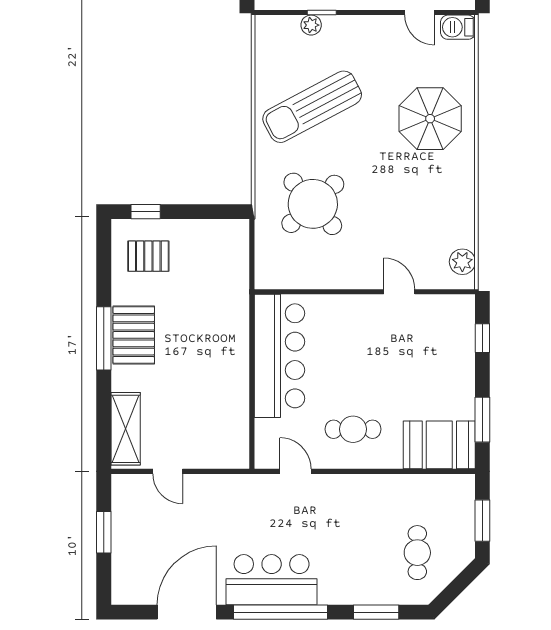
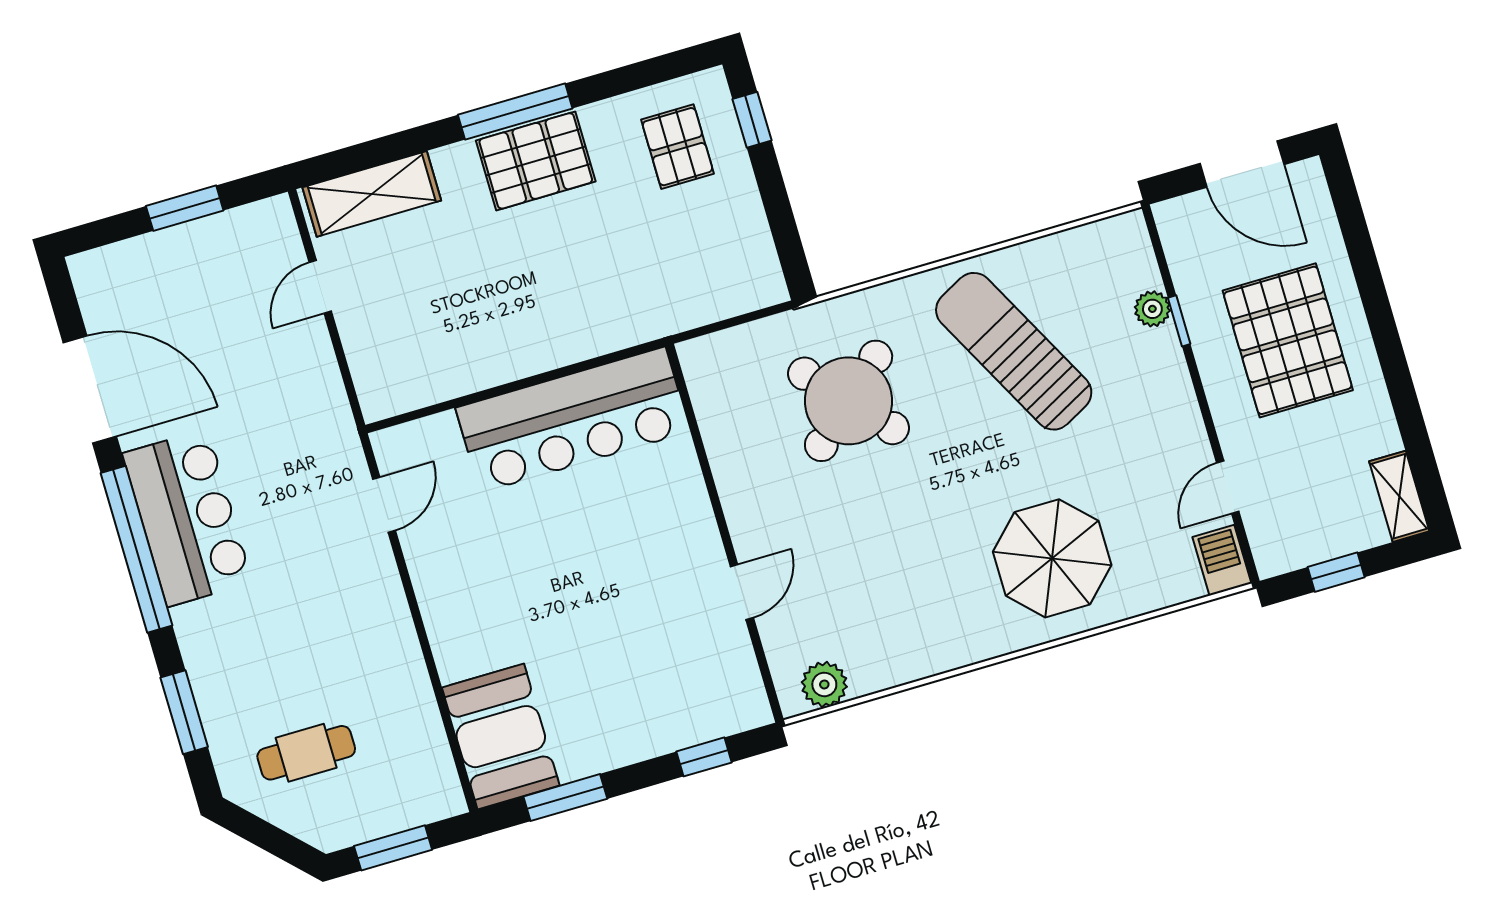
cafe table: (353, 429) -> (484, 582), removed

